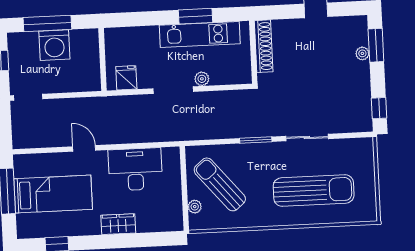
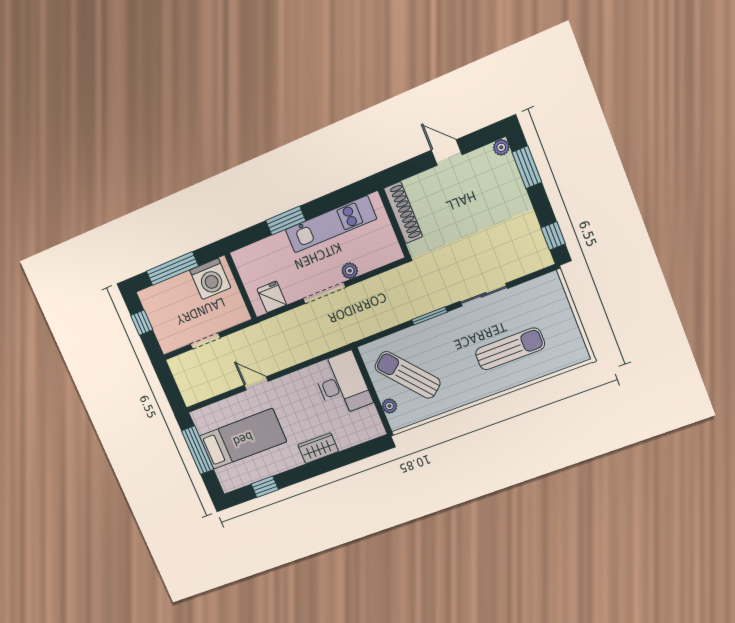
window: (195, 16) -> (286, 221), moved
washing machine: (54, 45) -> (210, 279), moved
plant: (362, 53) -> (501, 147), moved
doorway: (28, 97) -> (205, 341), moved
desk: (135, 169) -> (342, 384), moved, turned 90
sun lounger: (314, 190) -> (510, 349), width x0.73, depth x0.75

